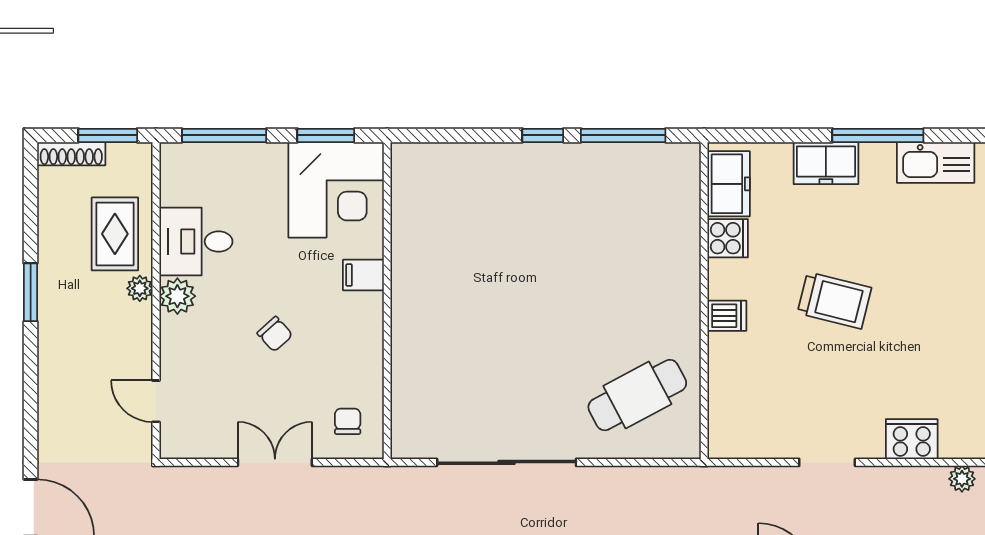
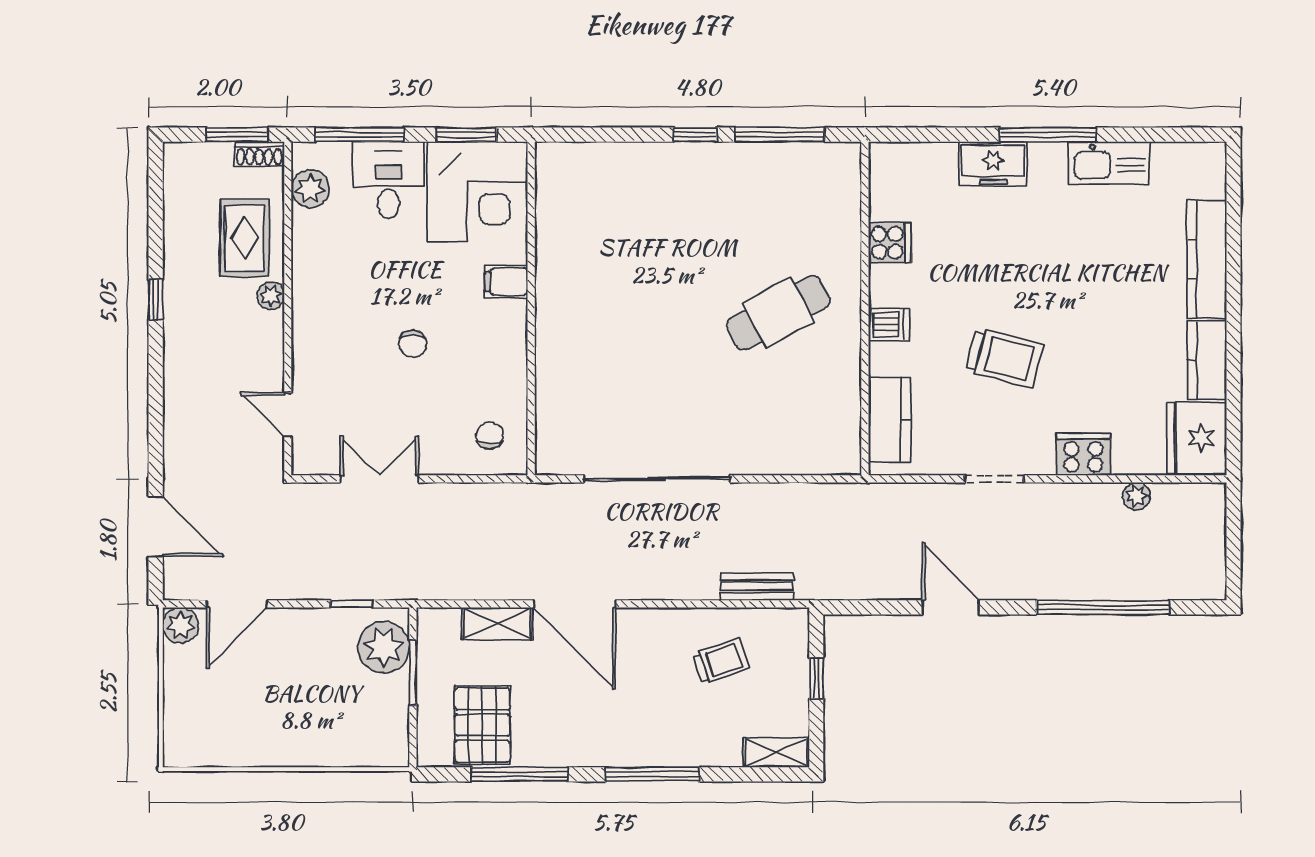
shoe rack: (71, 154) -> (259, 154), moved, width x0.70
freezer: (729, 184) -> (891, 185), removed
desk: (196, 242) -> (389, 180), moved, turned 90
window: (31, 292) -> (156, 300), width x0.67
plant: (177, 296) -> (310, 189), moved
trolley: (834, 300) -> (1005, 358), moved
chair: (275, 334) -> (413, 344), turned 42
cafe table: (637, 395) -> (778, 313), moved
kitchen counter: (728, 406) -> (890, 420), added
double door: (275, 462) -> (379, 479), moved

